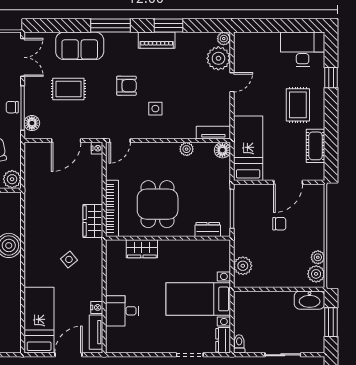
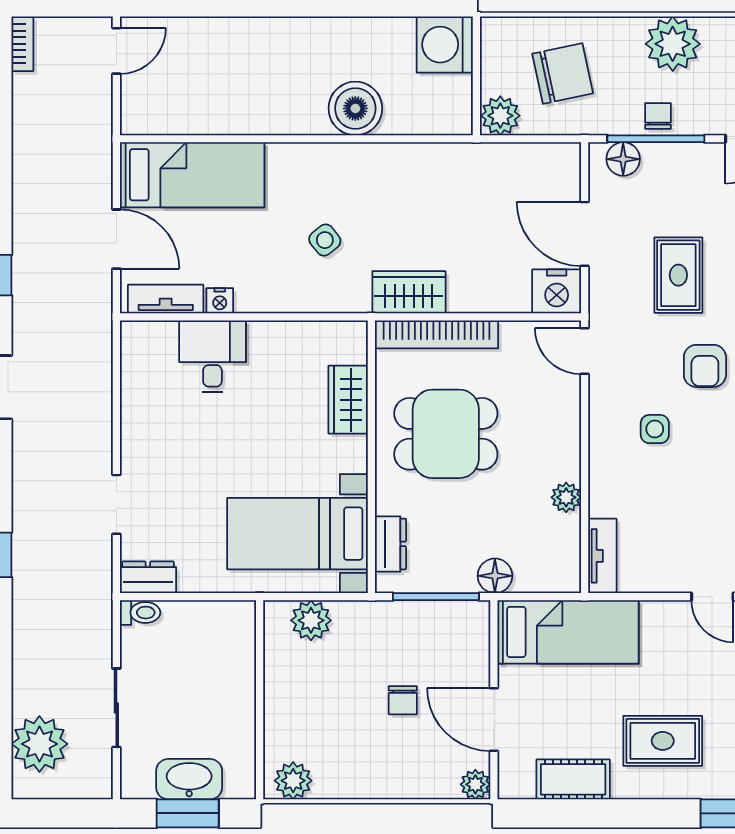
rug: (68, 89) -> (678, 275), moved
nightstand: (97, 148) -> (557, 291), width x1.89, depth x1.79
floor lamp: (222, 150) -> (495, 576), moved
plant: (318, 257) -> (475, 784), moved
bed with nightstands: (198, 299) -> (298, 534), moved, turned -90
washbasin: (310, 300) -> (189, 779), moved, turned 90

